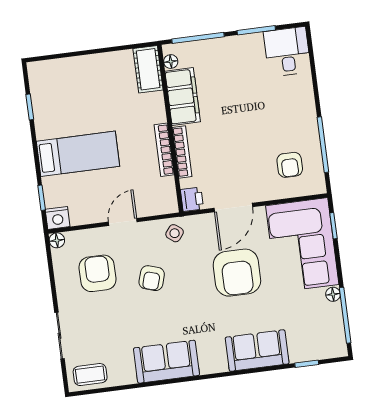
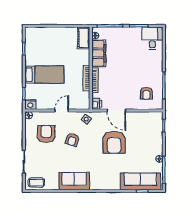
door: (233, 208) -> (116, 111), hinge flipped
corner sofa: (302, 245) -> (147, 133), removed
sofa: (257, 351) -> (140, 181), moved, width x1.36

